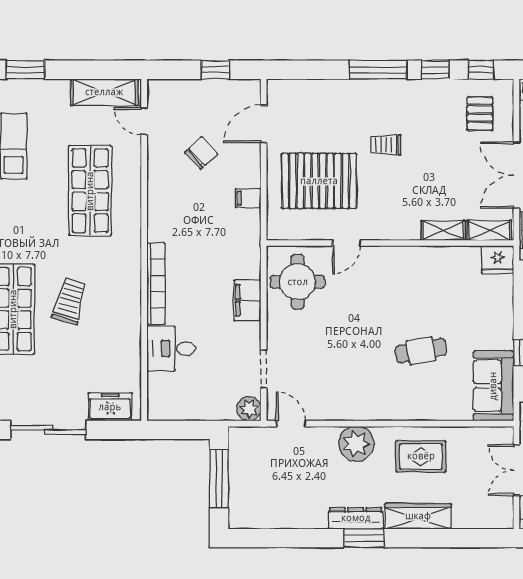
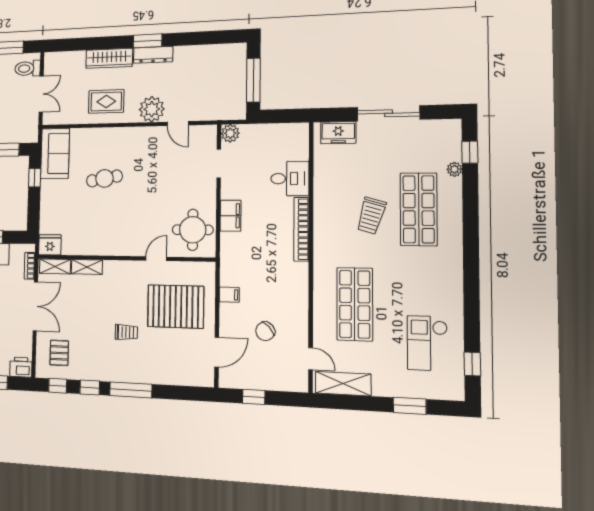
door: (291, 424) -> (178, 124), moved

